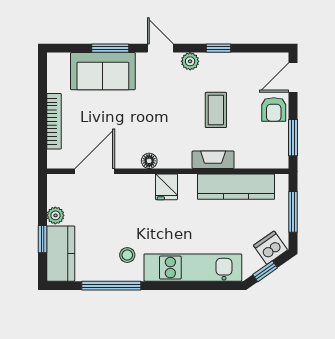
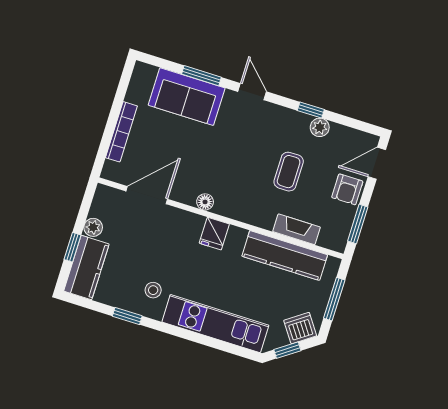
plant: (190, 61) -> (320, 127), moved
fireplace: (213, 160) -> (297, 229), moved
window: (111, 286) -> (127, 316), width x0.46

